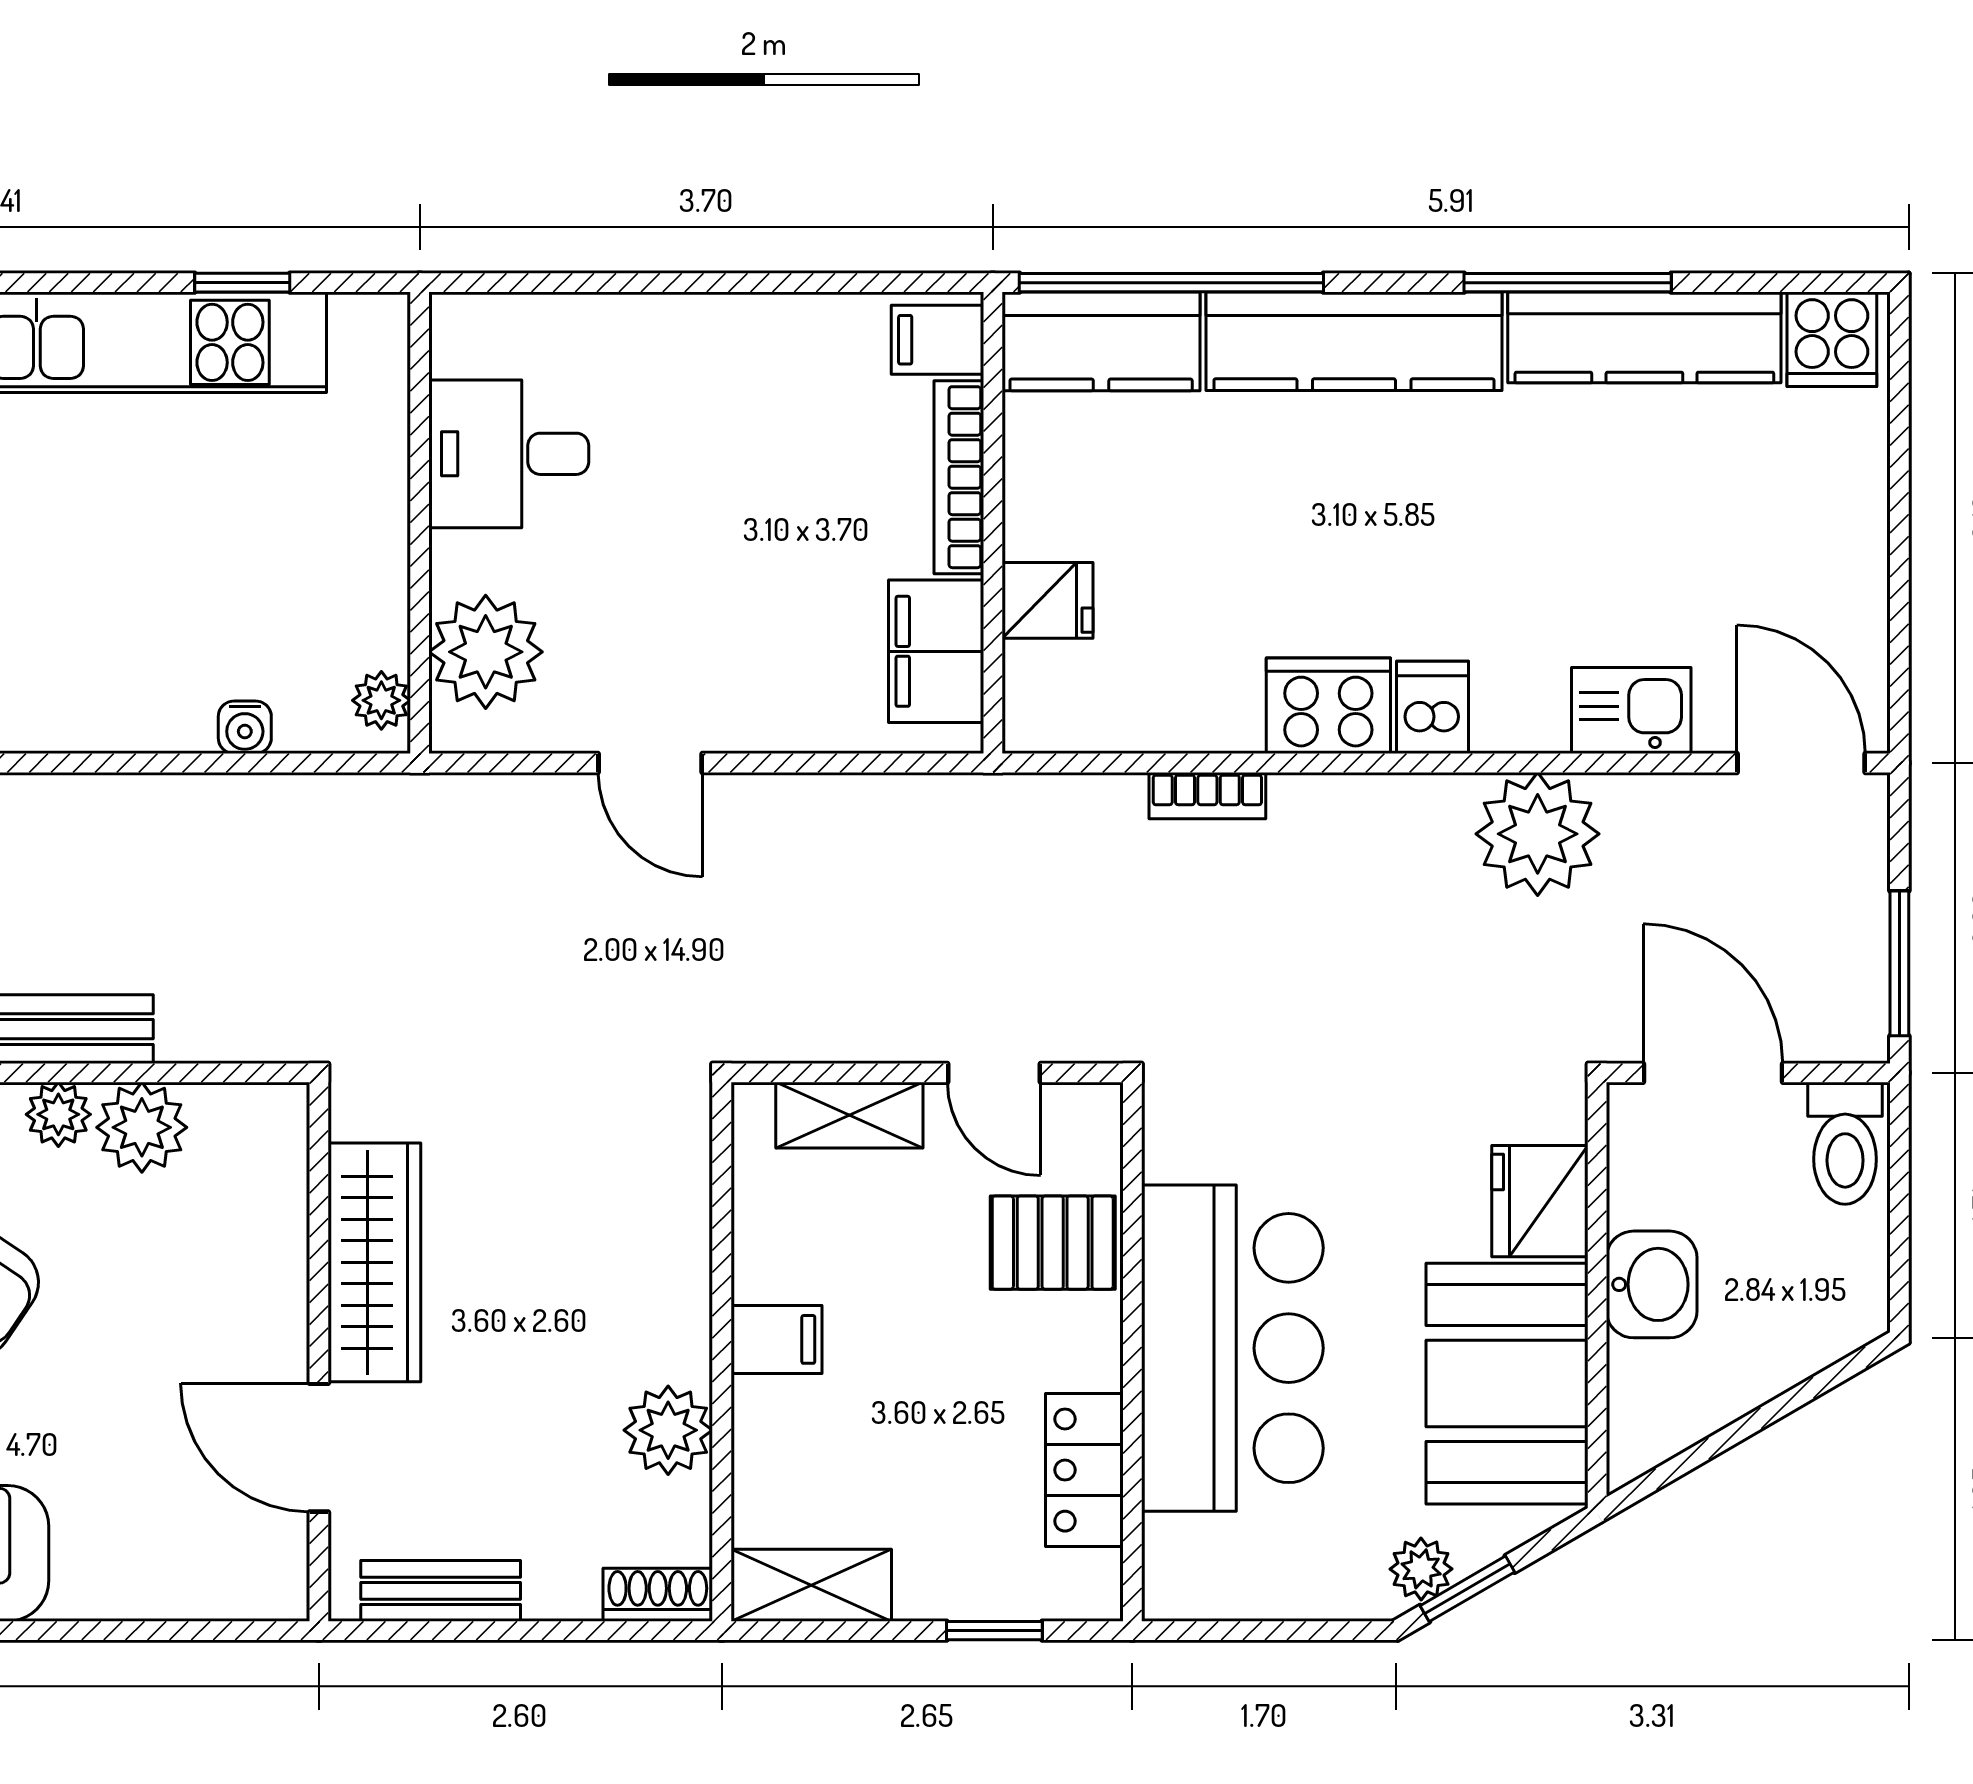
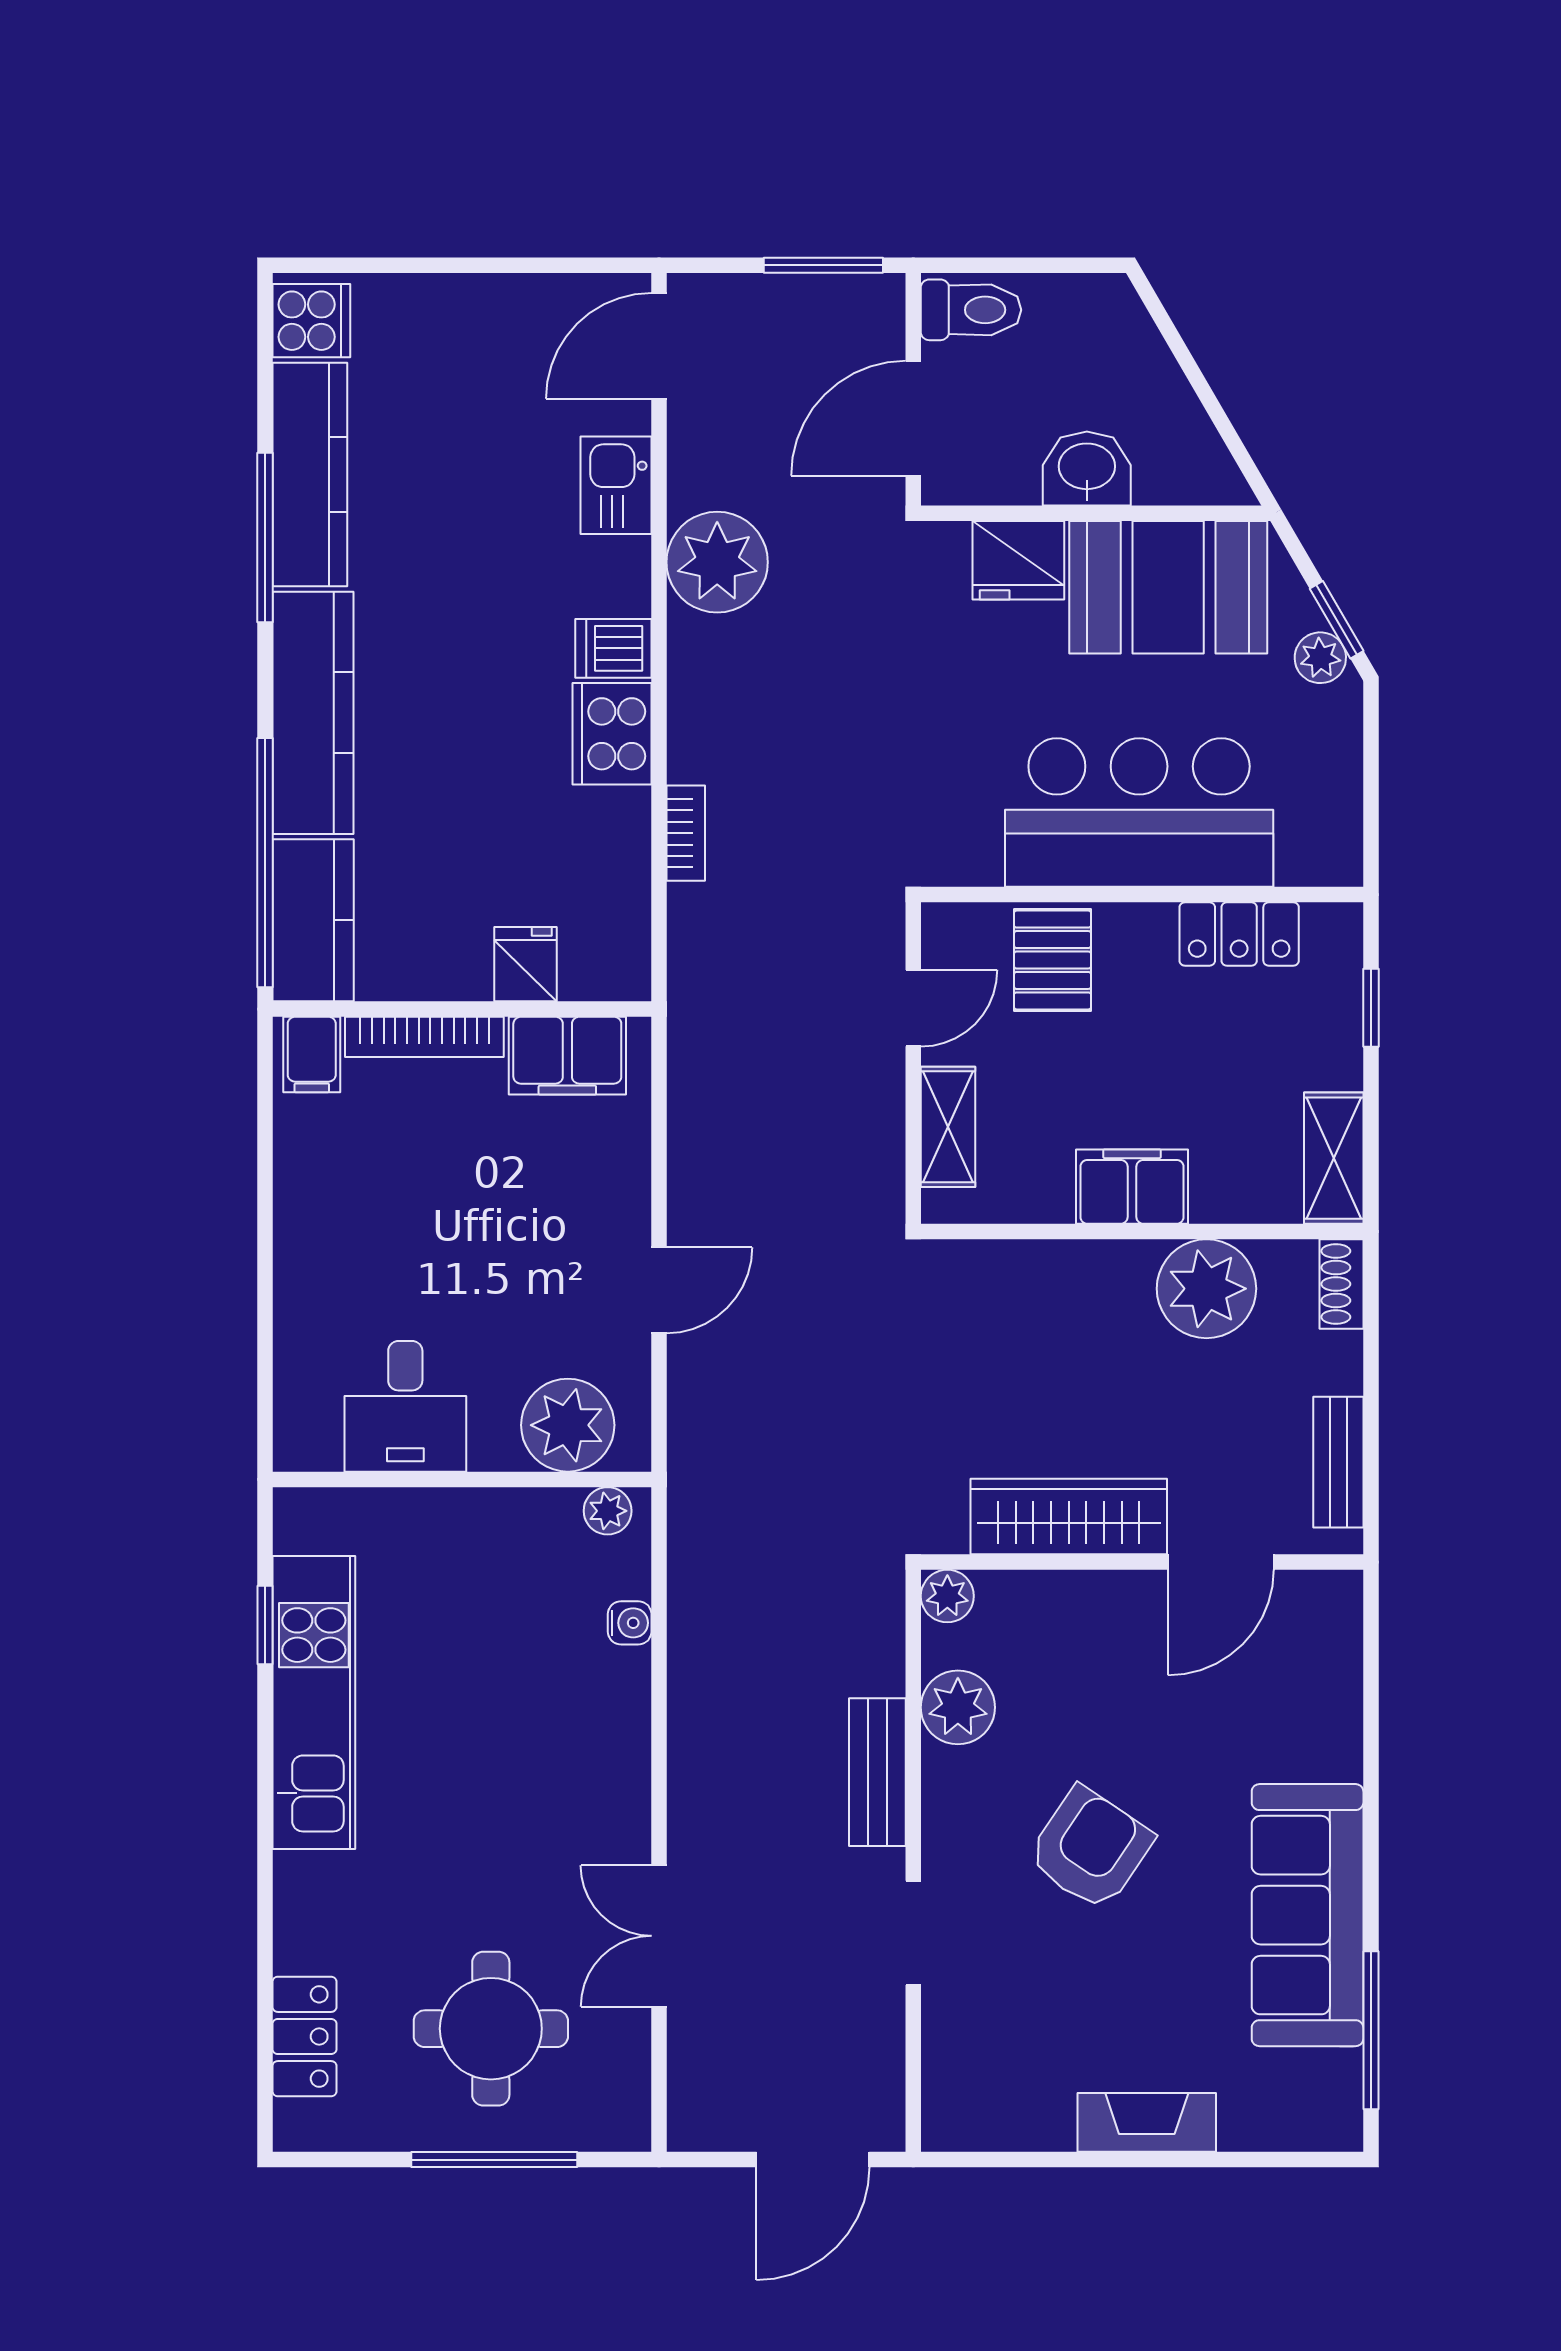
plant: (58, 1114) -> (947, 1596), moved
filing cabinet: (776, 1339) -> (1132, 1187), width x2.00
plant: (668, 1430) -> (1206, 1289), width x1.36, depth x1.36

